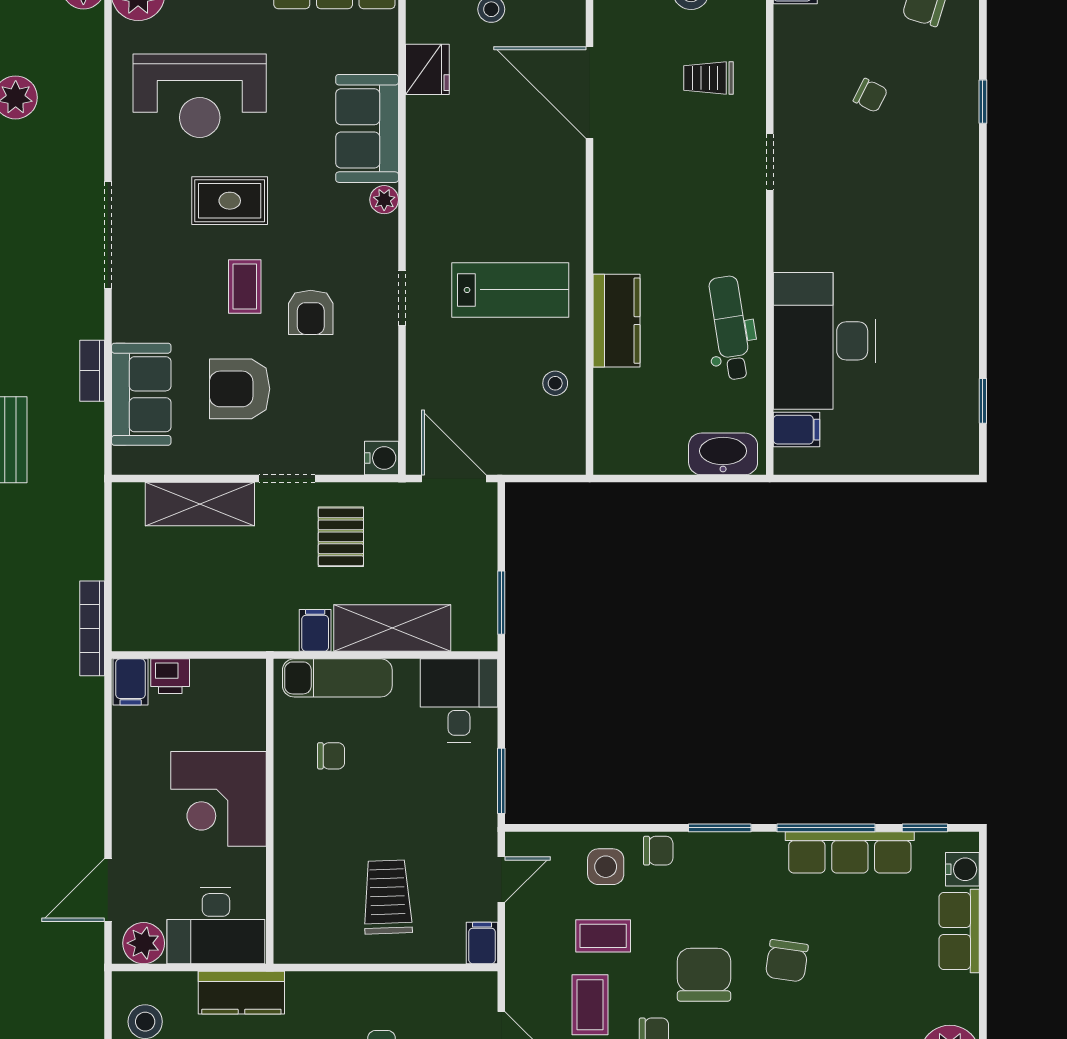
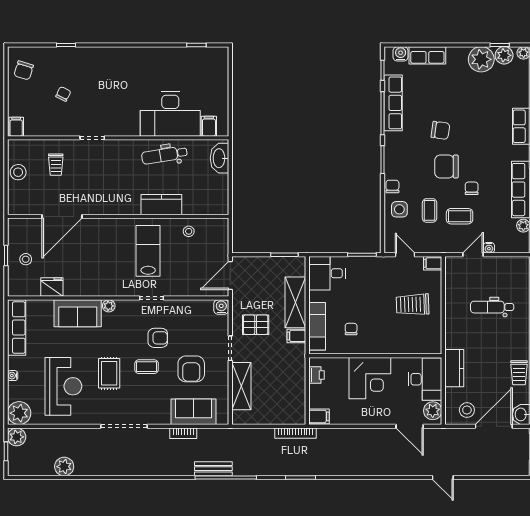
printer: (170, 676) -> (316, 375), moved

